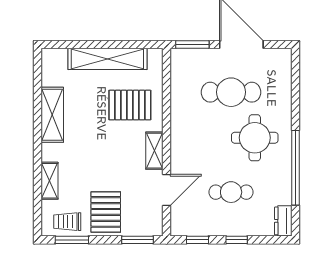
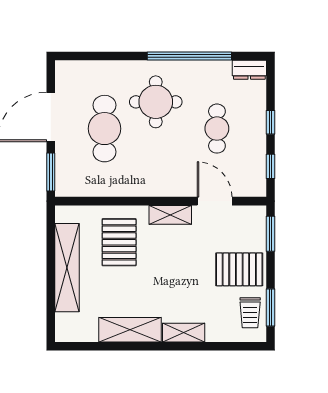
shelving: (50, 181) -> (184, 333), moved

